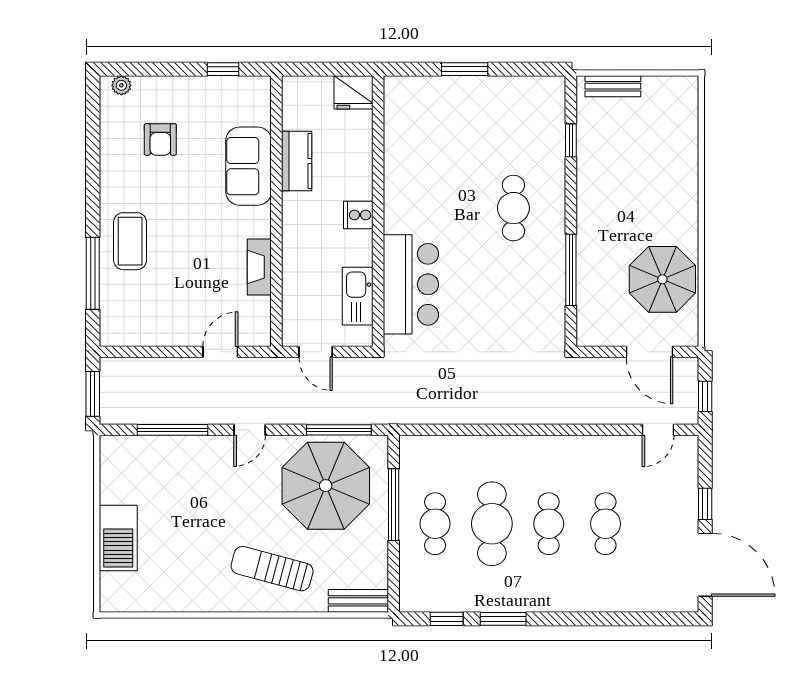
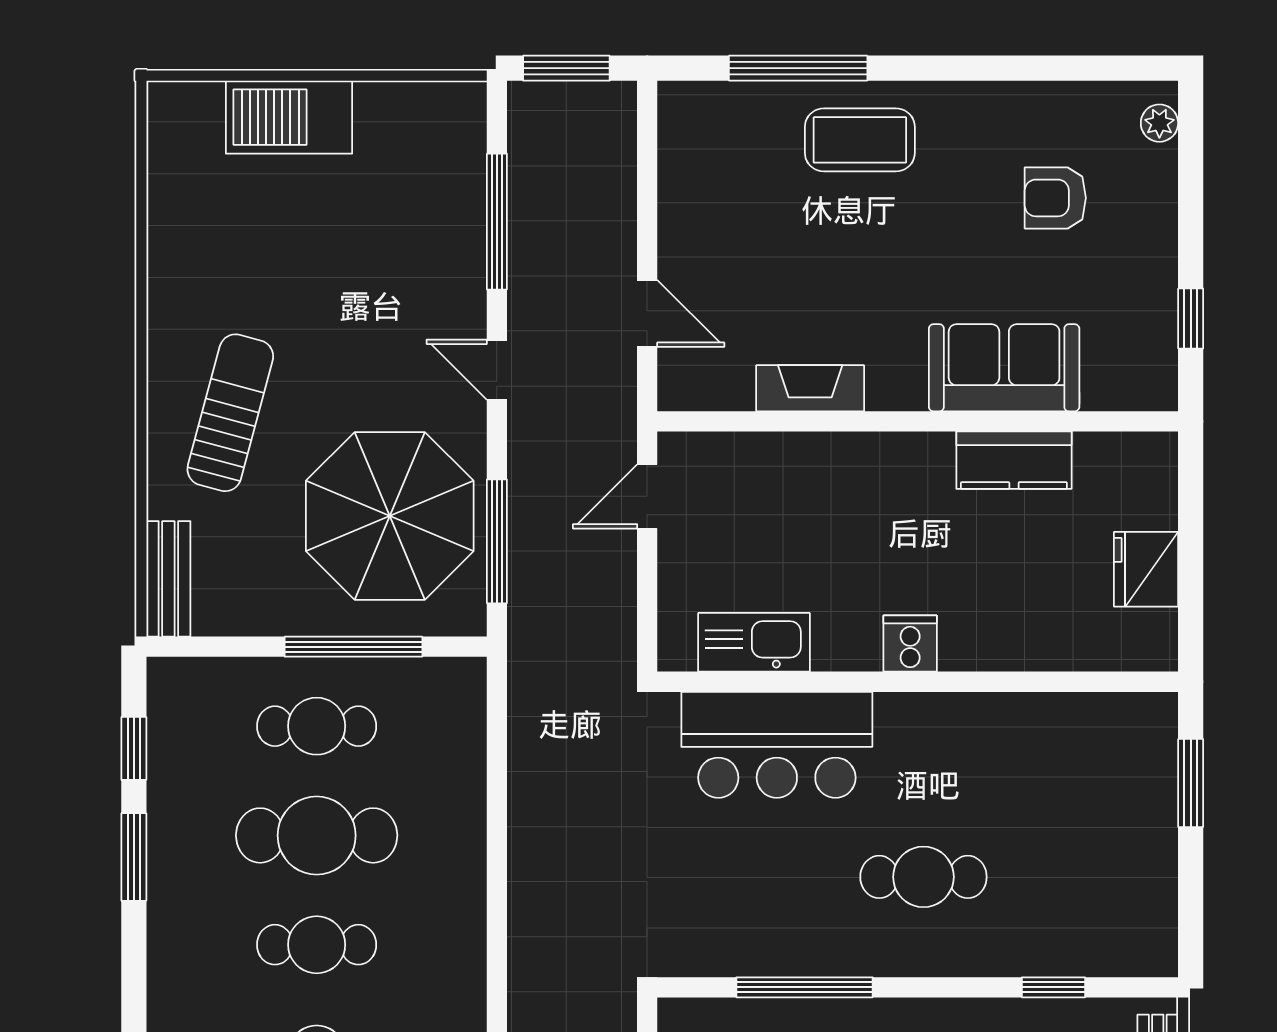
wall: (378, 211) -> (918, 682), moved
cooker: (358, 215) -> (910, 644), moved
bar counter: (411, 284) -> (777, 745), moved
kitchen sink: (358, 296) -> (754, 642), moved

